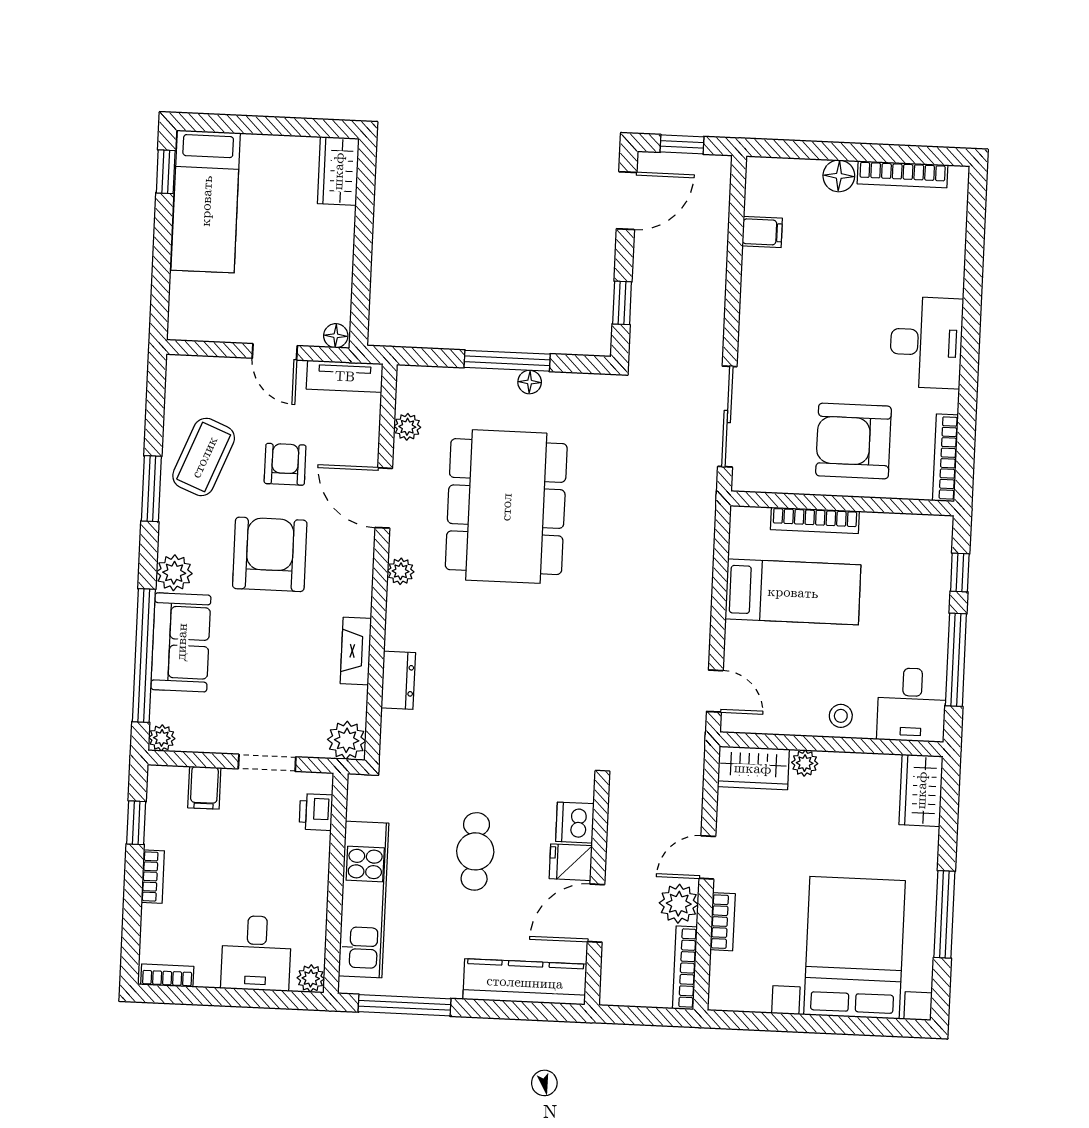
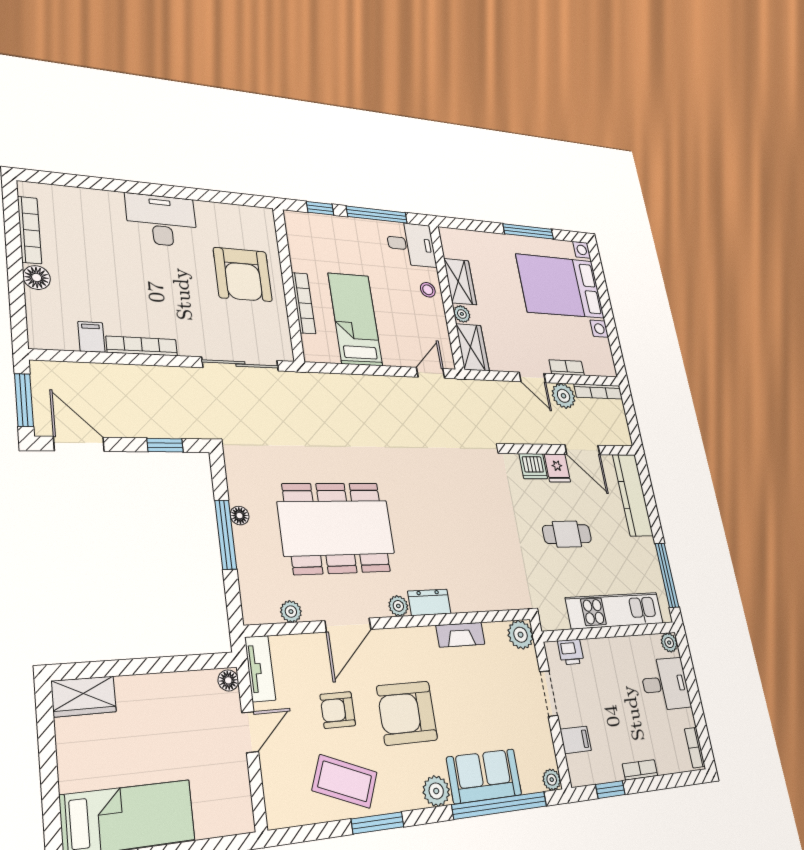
window: (682, 144) -> (24, 400), width x1.50
bookcase: (945, 458) -> (142, 346), moved, turned 180
dresser: (398, 680) -> (429, 602), moved
wardrobe: (921, 790) -> (460, 282), moved, turned -90

